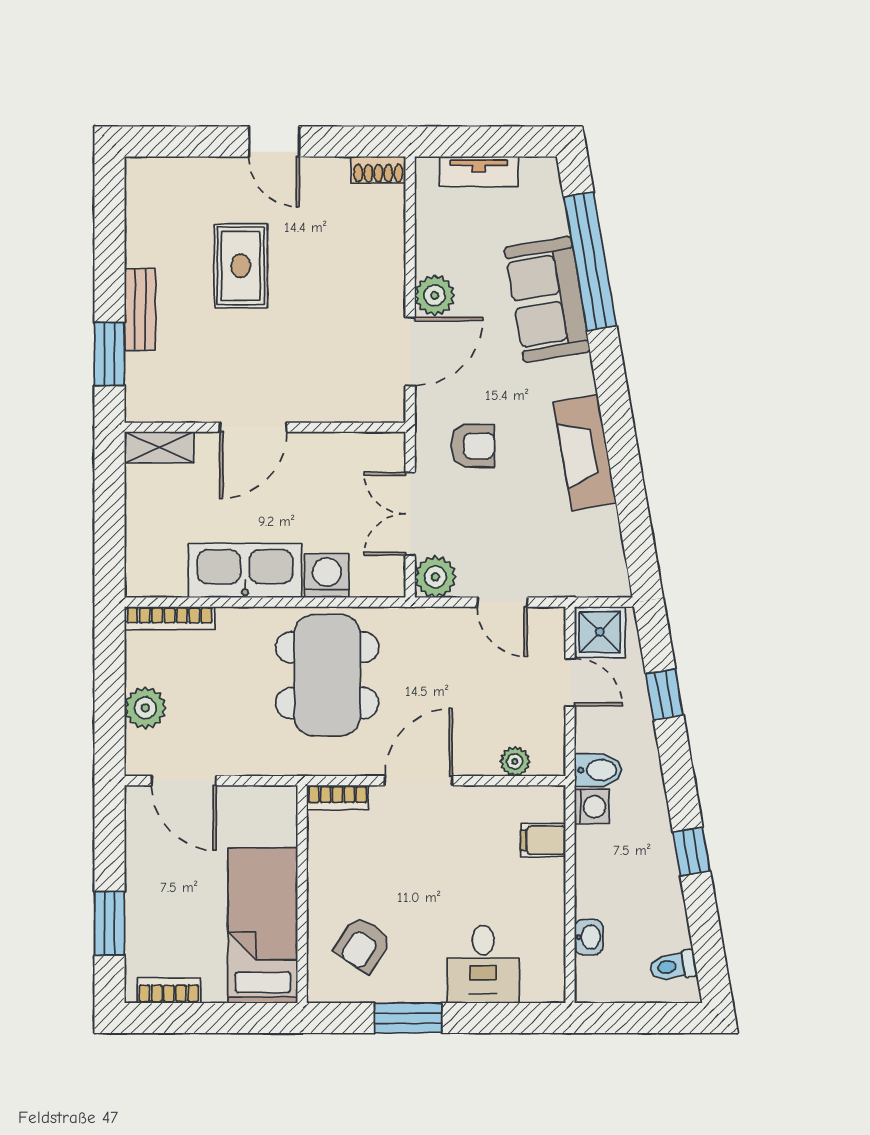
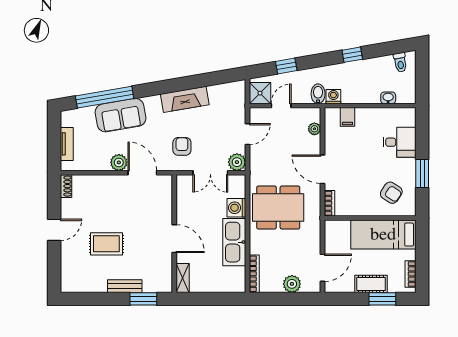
cot: (145, 896) -> (371, 284), added

